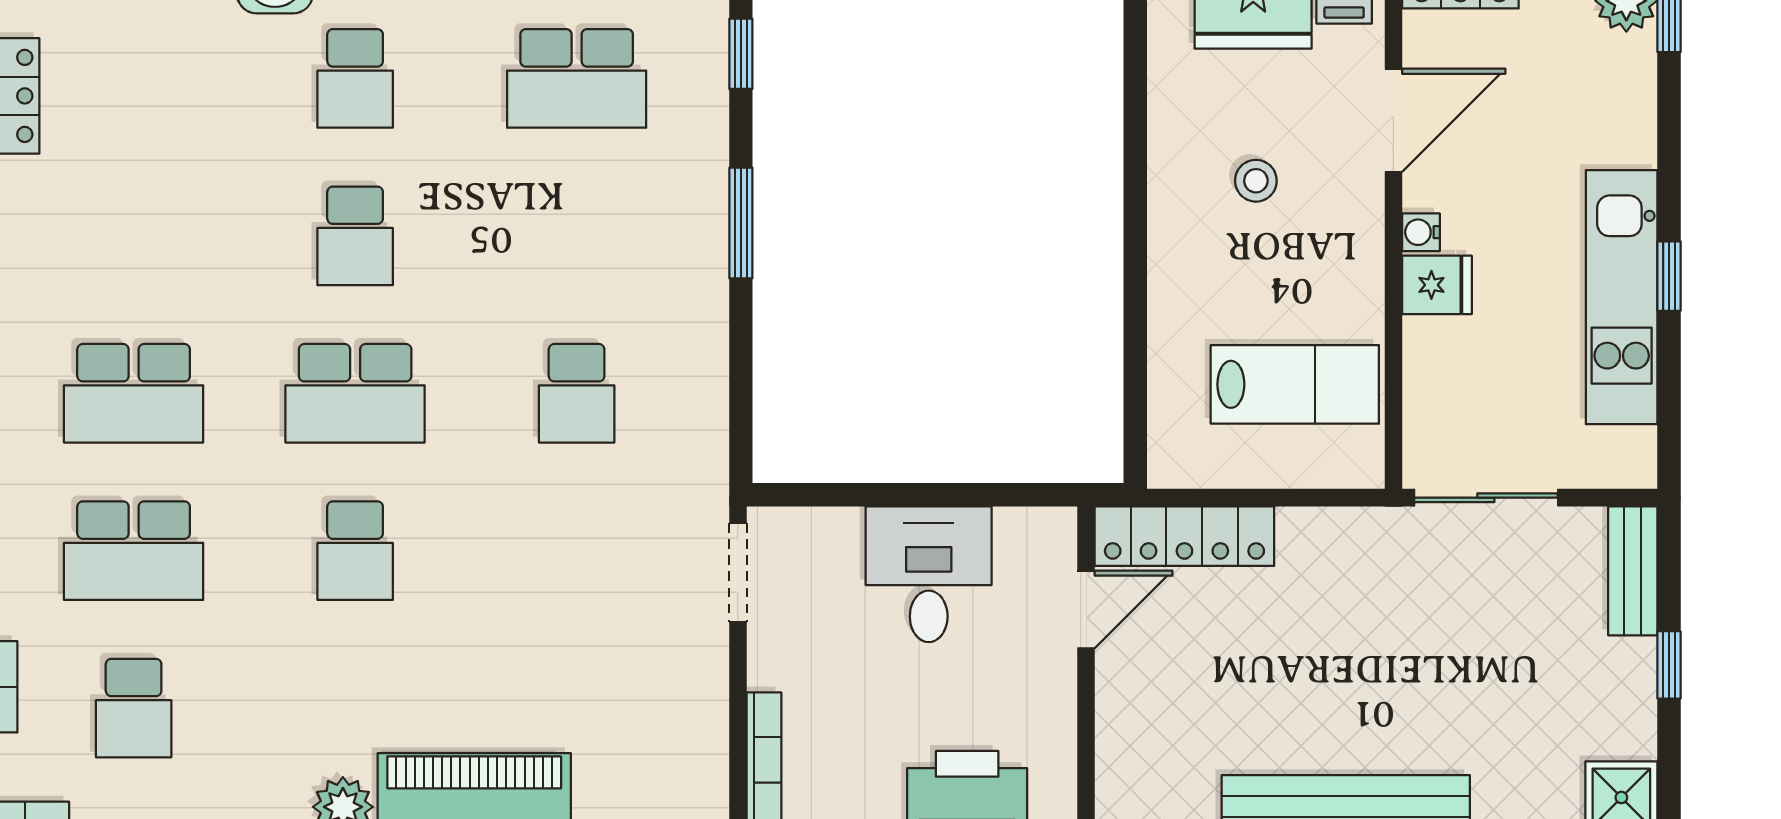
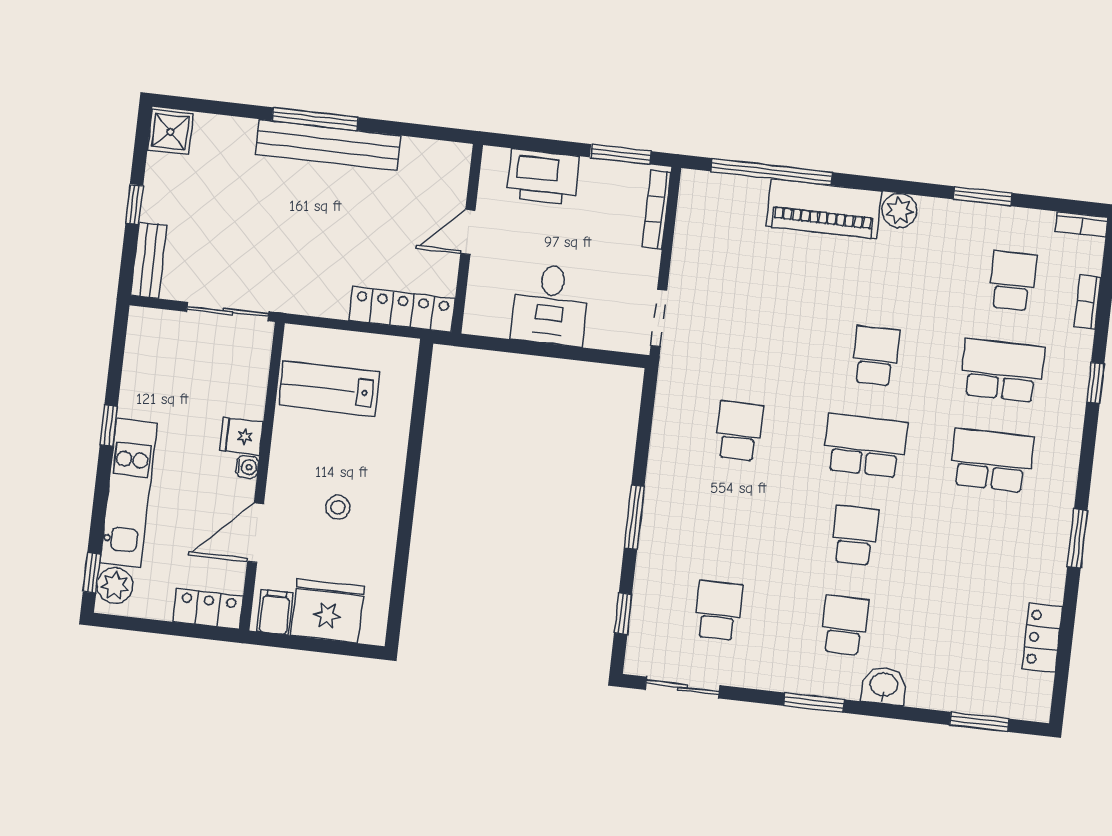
school desk: (577, 78) -> (718, 610), width x0.54
kitchen unit: (1622, 297) -> (128, 493), moved
door: (1086, 609) -> (468, 232), moved

